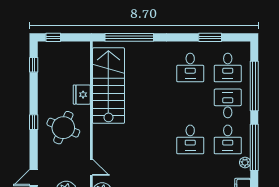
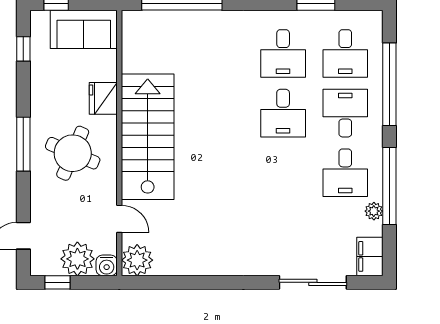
sofa: (70, 53) -> (84, 29), added
stairs: (108, 86) -> (148, 137), moved
window: (34, 122) -> (23, 144), width x2.17
desk: (190, 139) -> (283, 113), moved

